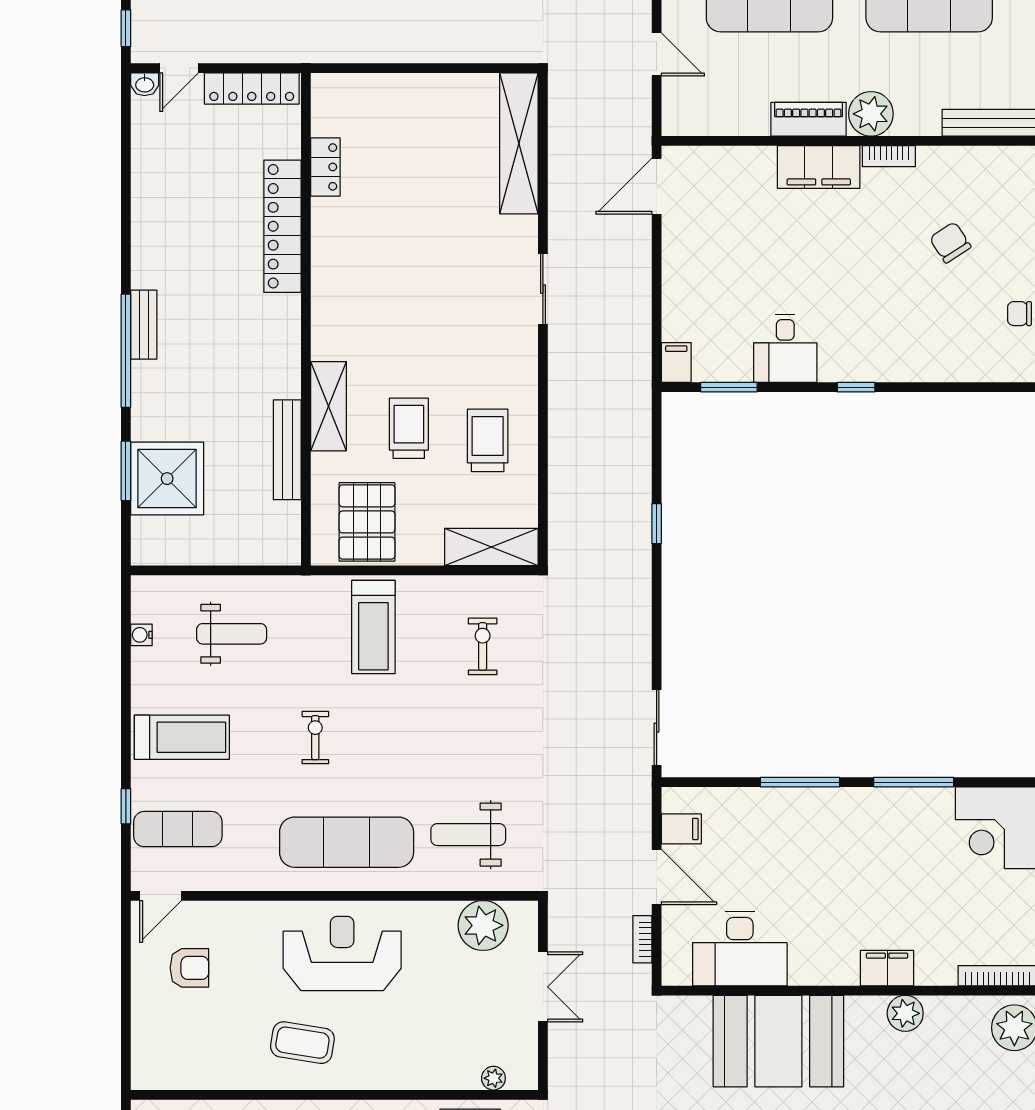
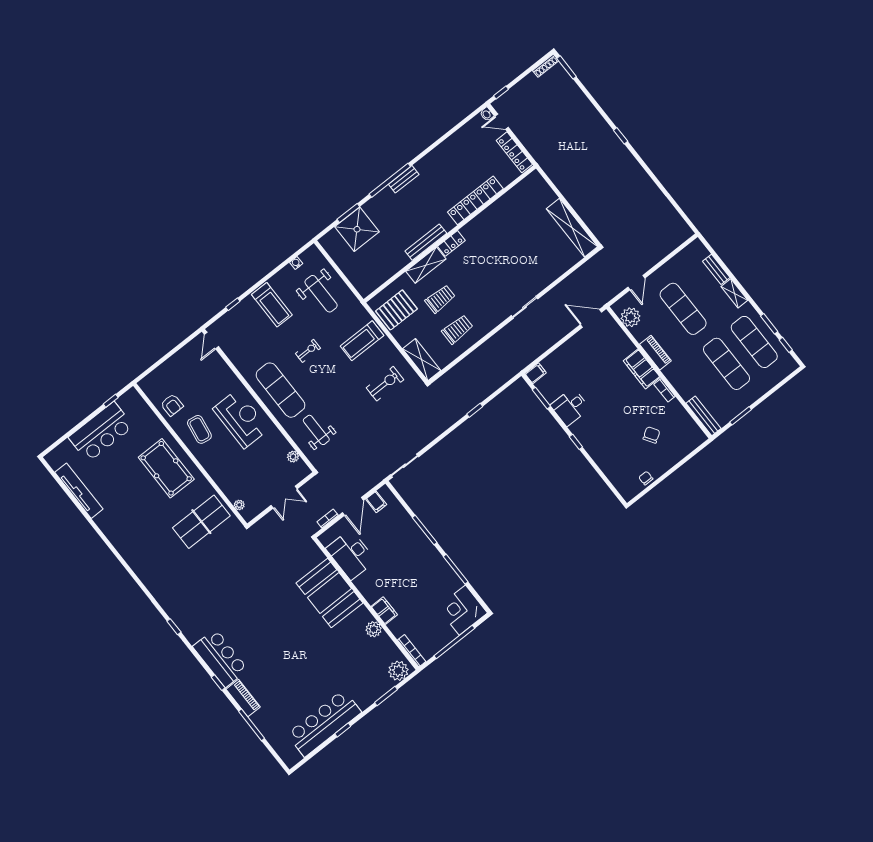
plant: (871, 114) -> (631, 317), moved
shelving: (519, 143) -> (572, 228), moved, turned 90
locker: (325, 167) -> (451, 243), moved
bench: (287, 450) -> (426, 242), moved
weight bench: (232, 634) -> (321, 294), width x1.36, depth x1.33
exercise bike: (483, 646) -> (385, 384), width x1.38, depth x1.39
exercise mat: (178, 829) -> (239, 328), removed
door: (161, 896) -> (211, 341), hinge flipped
plant: (483, 925) -> (293, 457), width x0.53, depth x0.53
armchair: (189, 968) -> (172, 405), moved

